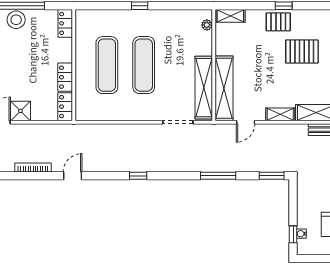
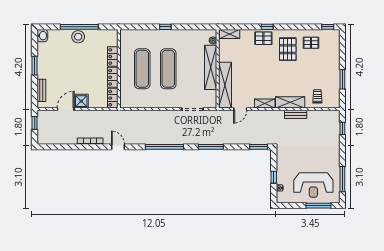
locker: (65, 23) -> (113, 57), moved
pallet: (302, 51) -> (288, 49), moved, turned 90
shelving: (204, 88) -> (211, 67), moved
door: (73, 176) -> (118, 147), hinge flipped
window: (138, 176) -> (164, 147), width x3.17
window: (218, 176) -> (211, 147), moved
window: (293, 234) -> (274, 177), moved

